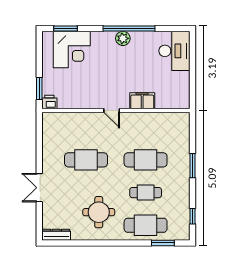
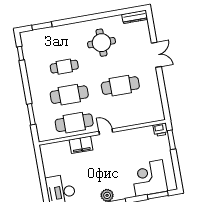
window: (192, 166) -> (31, 114), moved
cafe table: (146, 225) -> (74, 123), moved

